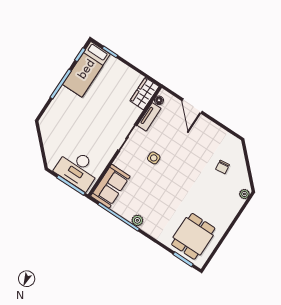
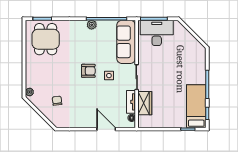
wardrobe: (144, 94) -> (145, 103), moved
armchair: (171, 176) -> (88, 71), added
sofa: (110, 186) -> (126, 42), width x1.36

